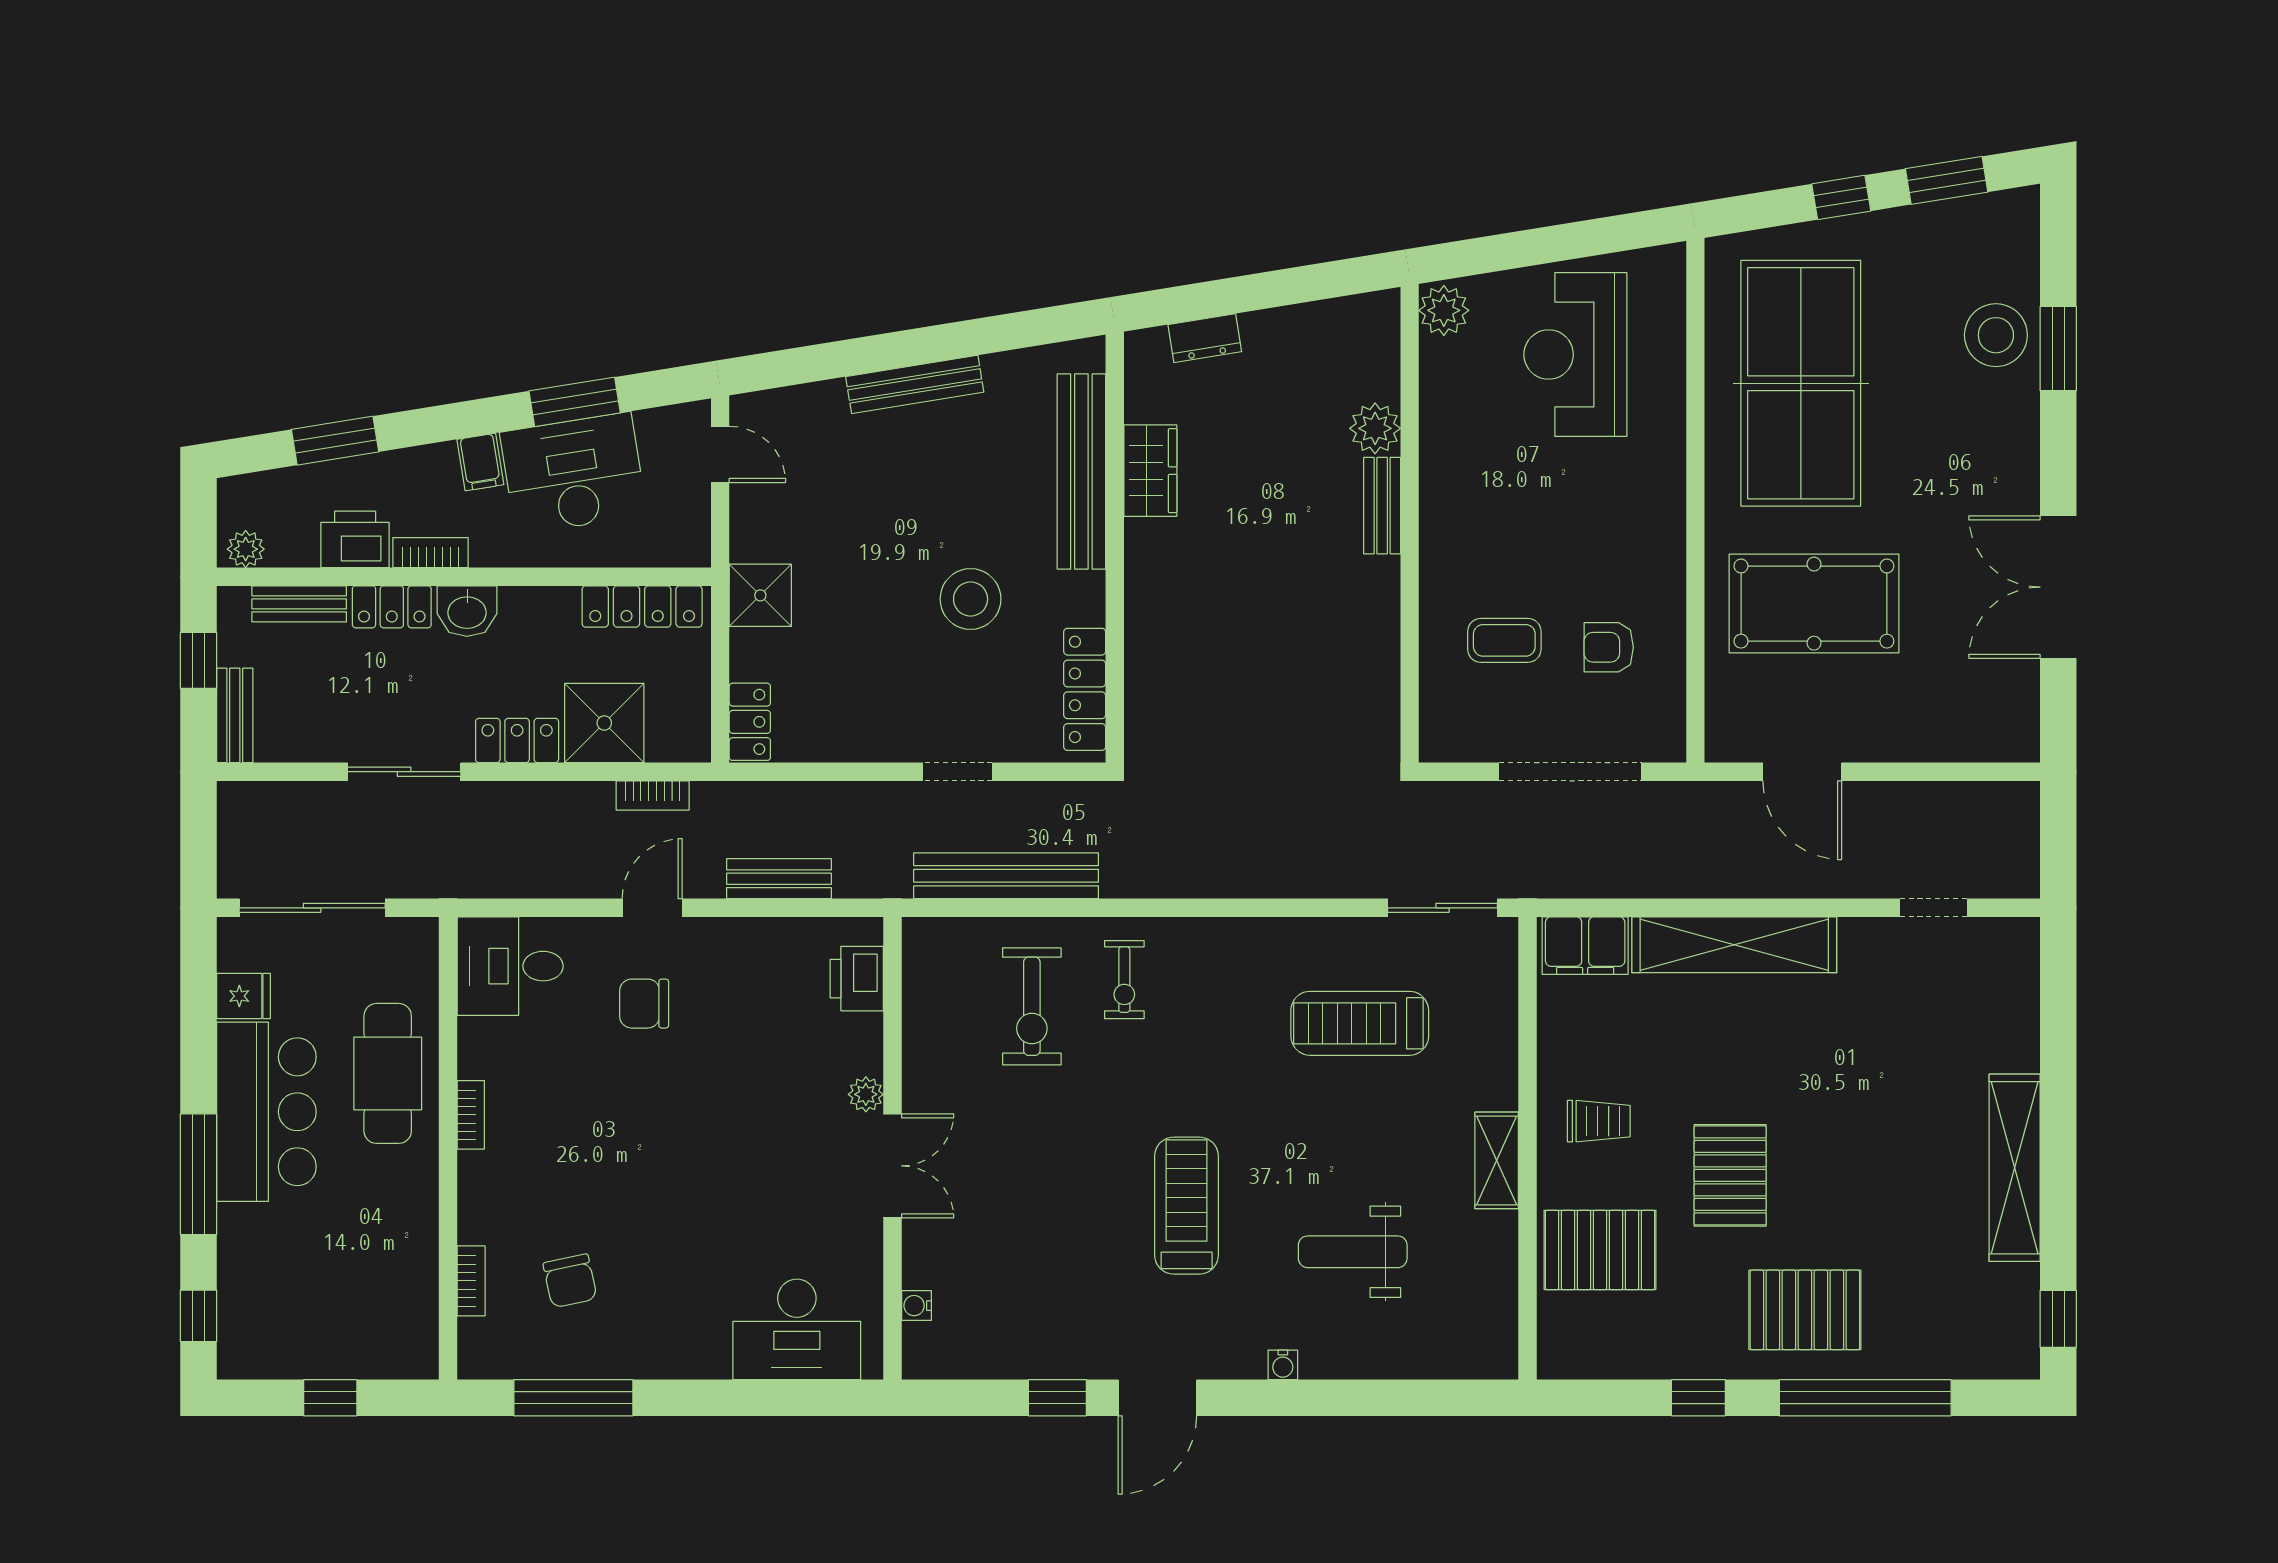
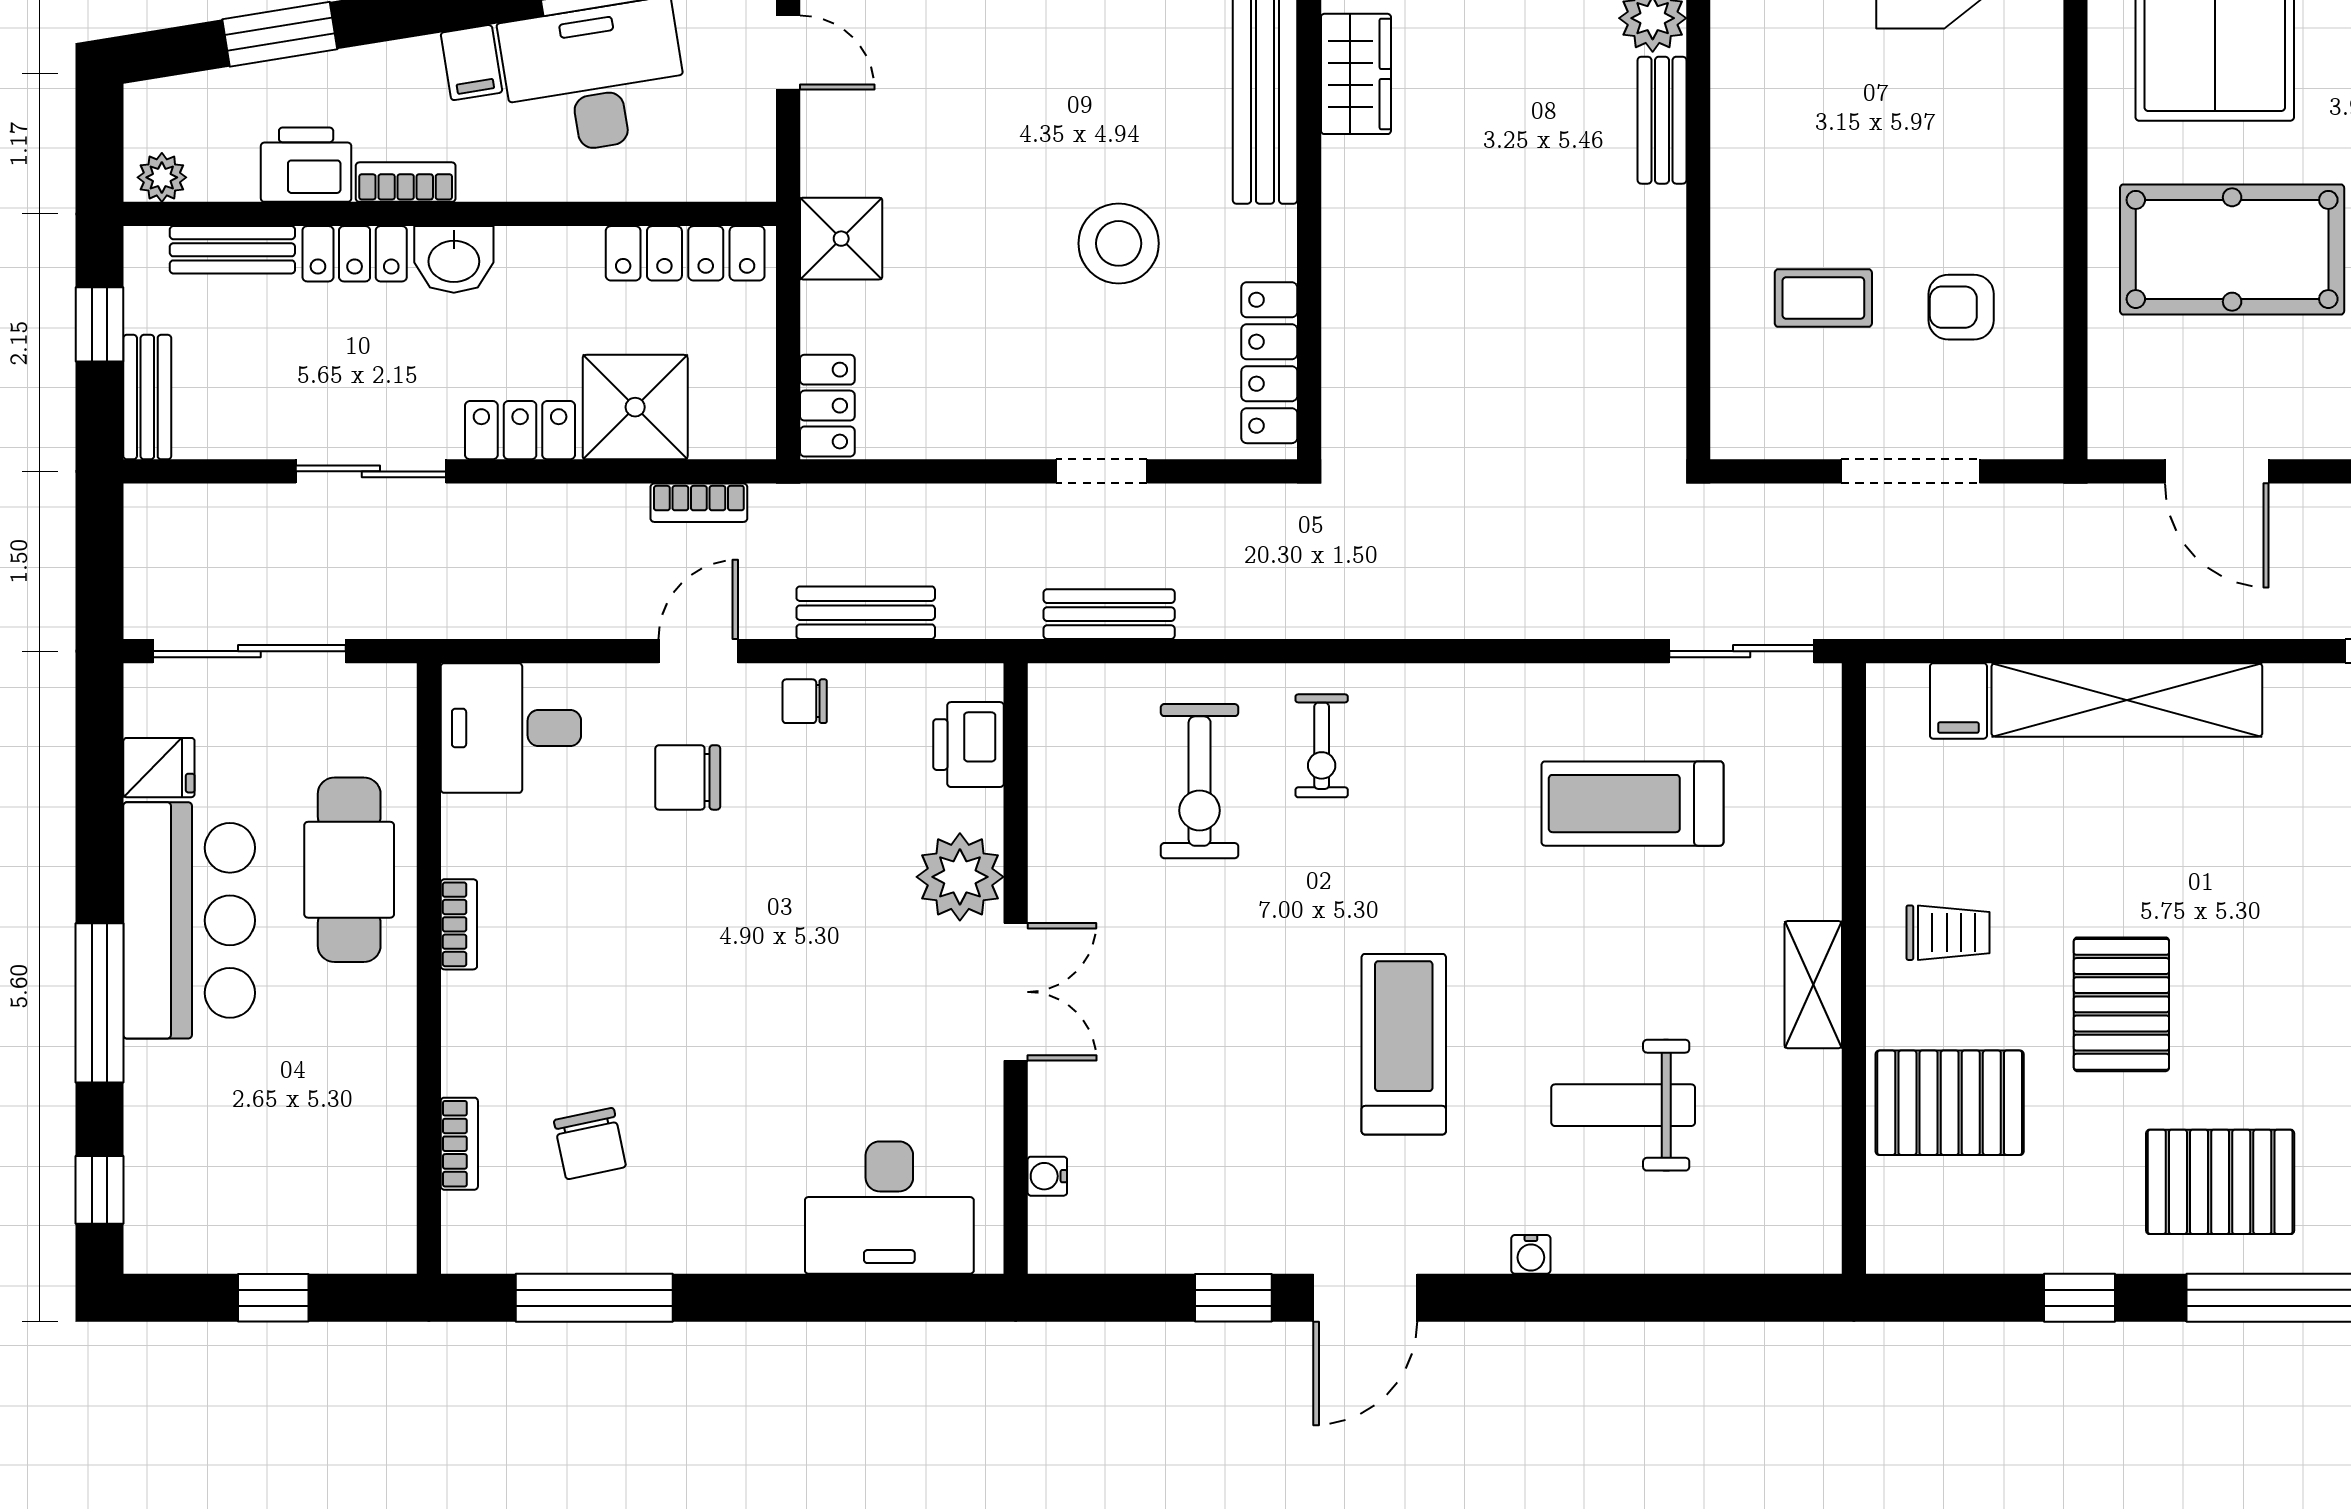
doorway: (1570, 772) -> (1910, 471), width x0.73
bench: (1006, 876) -> (1109, 614), width x0.54, depth x0.82
chair: (733, 946) -> (805, 701), added
filing cabinet: (1585, 946) -> (1958, 701), width x0.50
plant: (866, 1094) -> (960, 877), width x1.87, depth x1.87

